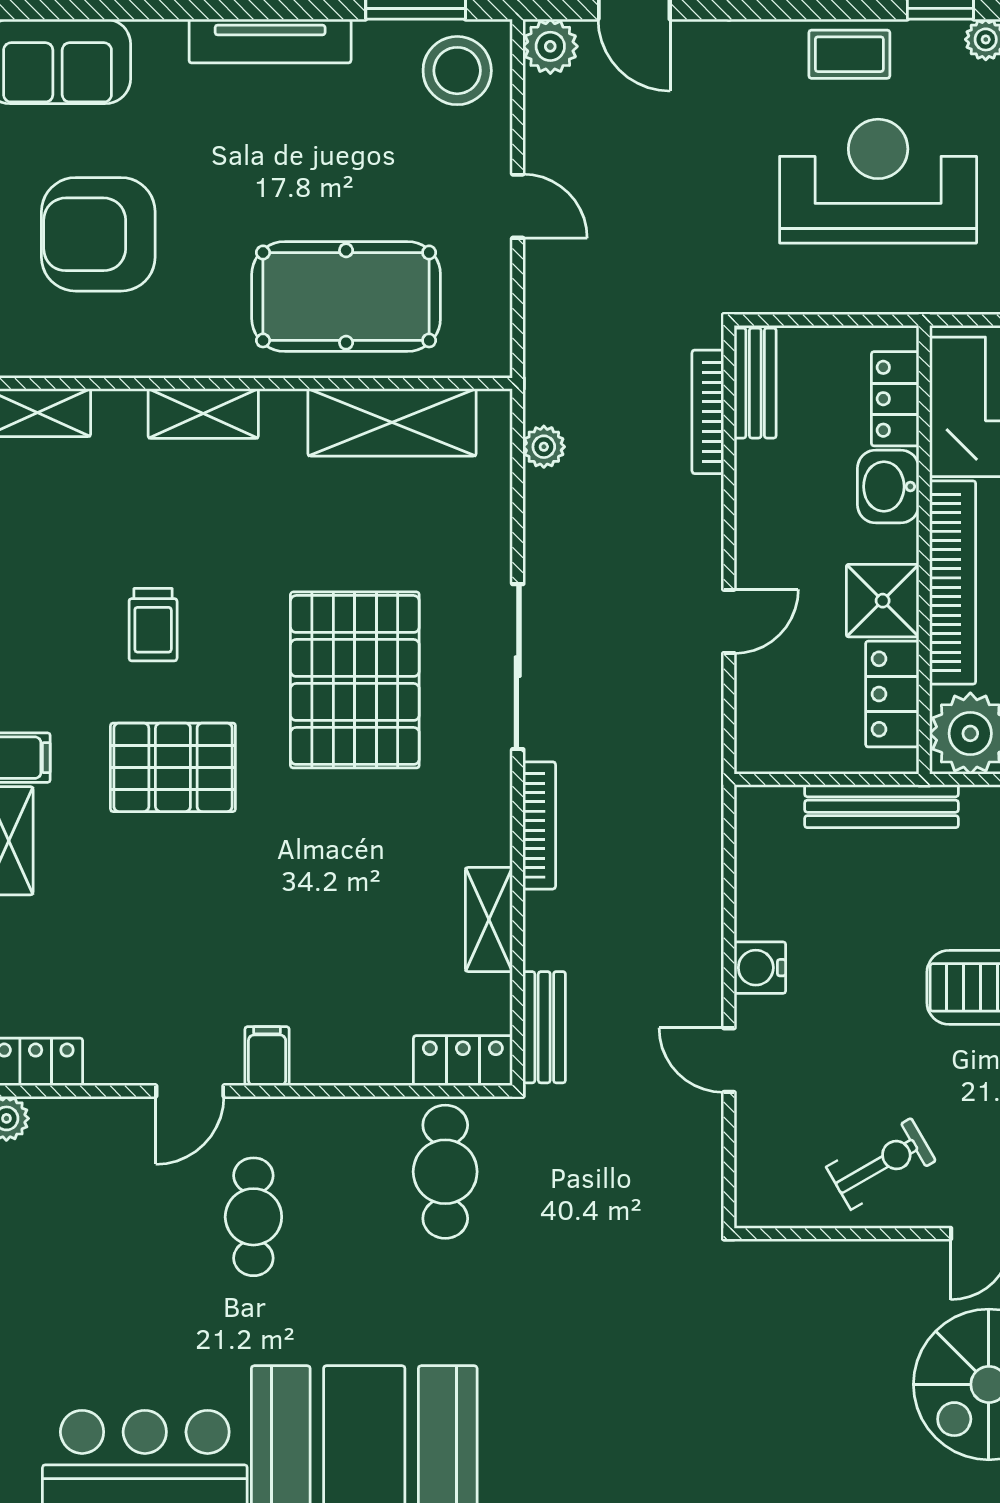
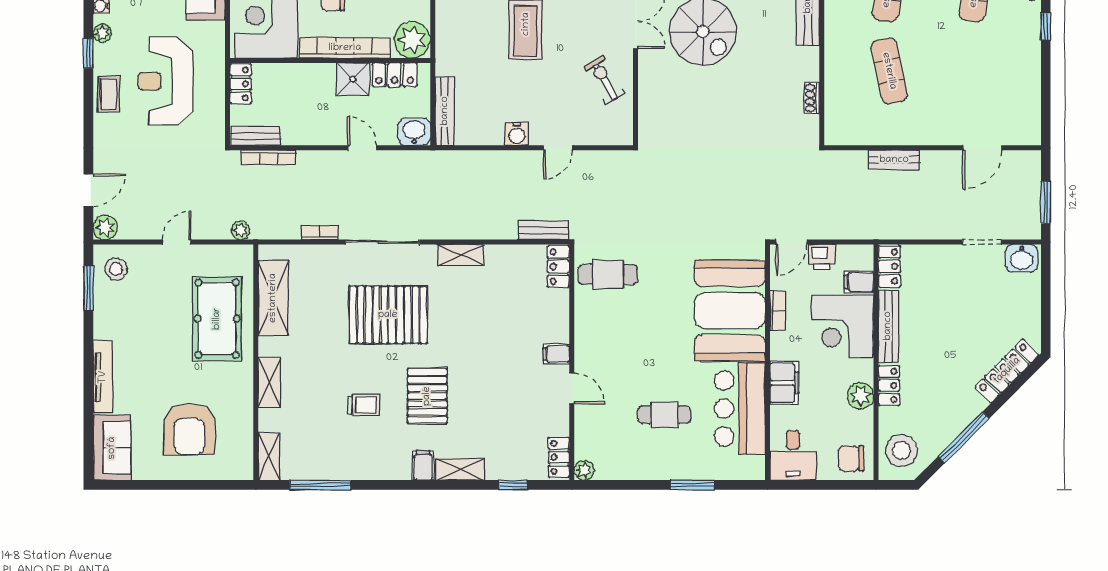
tv unit: (270, 41) -> (103, 377), moved
stool: (457, 71) -> (116, 269), width x0.73, depth x0.73
locker: (895, 399) -> (241, 84), moved, turned -90
plant: (544, 447) -> (240, 230), moved
washbasin: (888, 487) -> (414, 132), moved, turned 180
bench: (882, 806) -> (445, 111), moved
bookcase: (539, 825) -> (320, 232), moved, width x0.64
shelving: (489, 920) -> (461, 255), moved
cafe table: (253, 1217) -> (664, 415), moved

